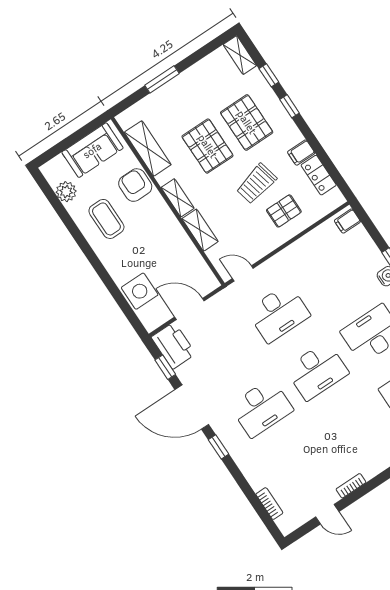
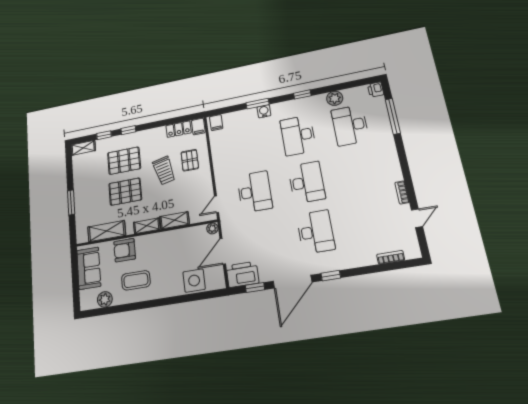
filing cabinet: (301, 153) -> (198, 127), moved
plant: (211, 283) -> (212, 228), added

